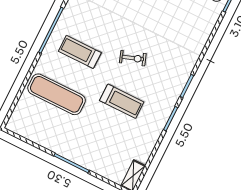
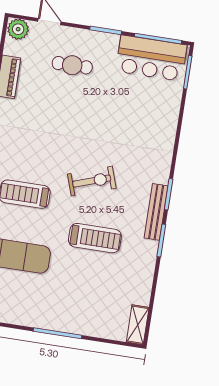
exercise bike: (133, 58) -> (92, 181), width x1.38, depth x1.39
bench: (173, 96) -> (156, 212), added

